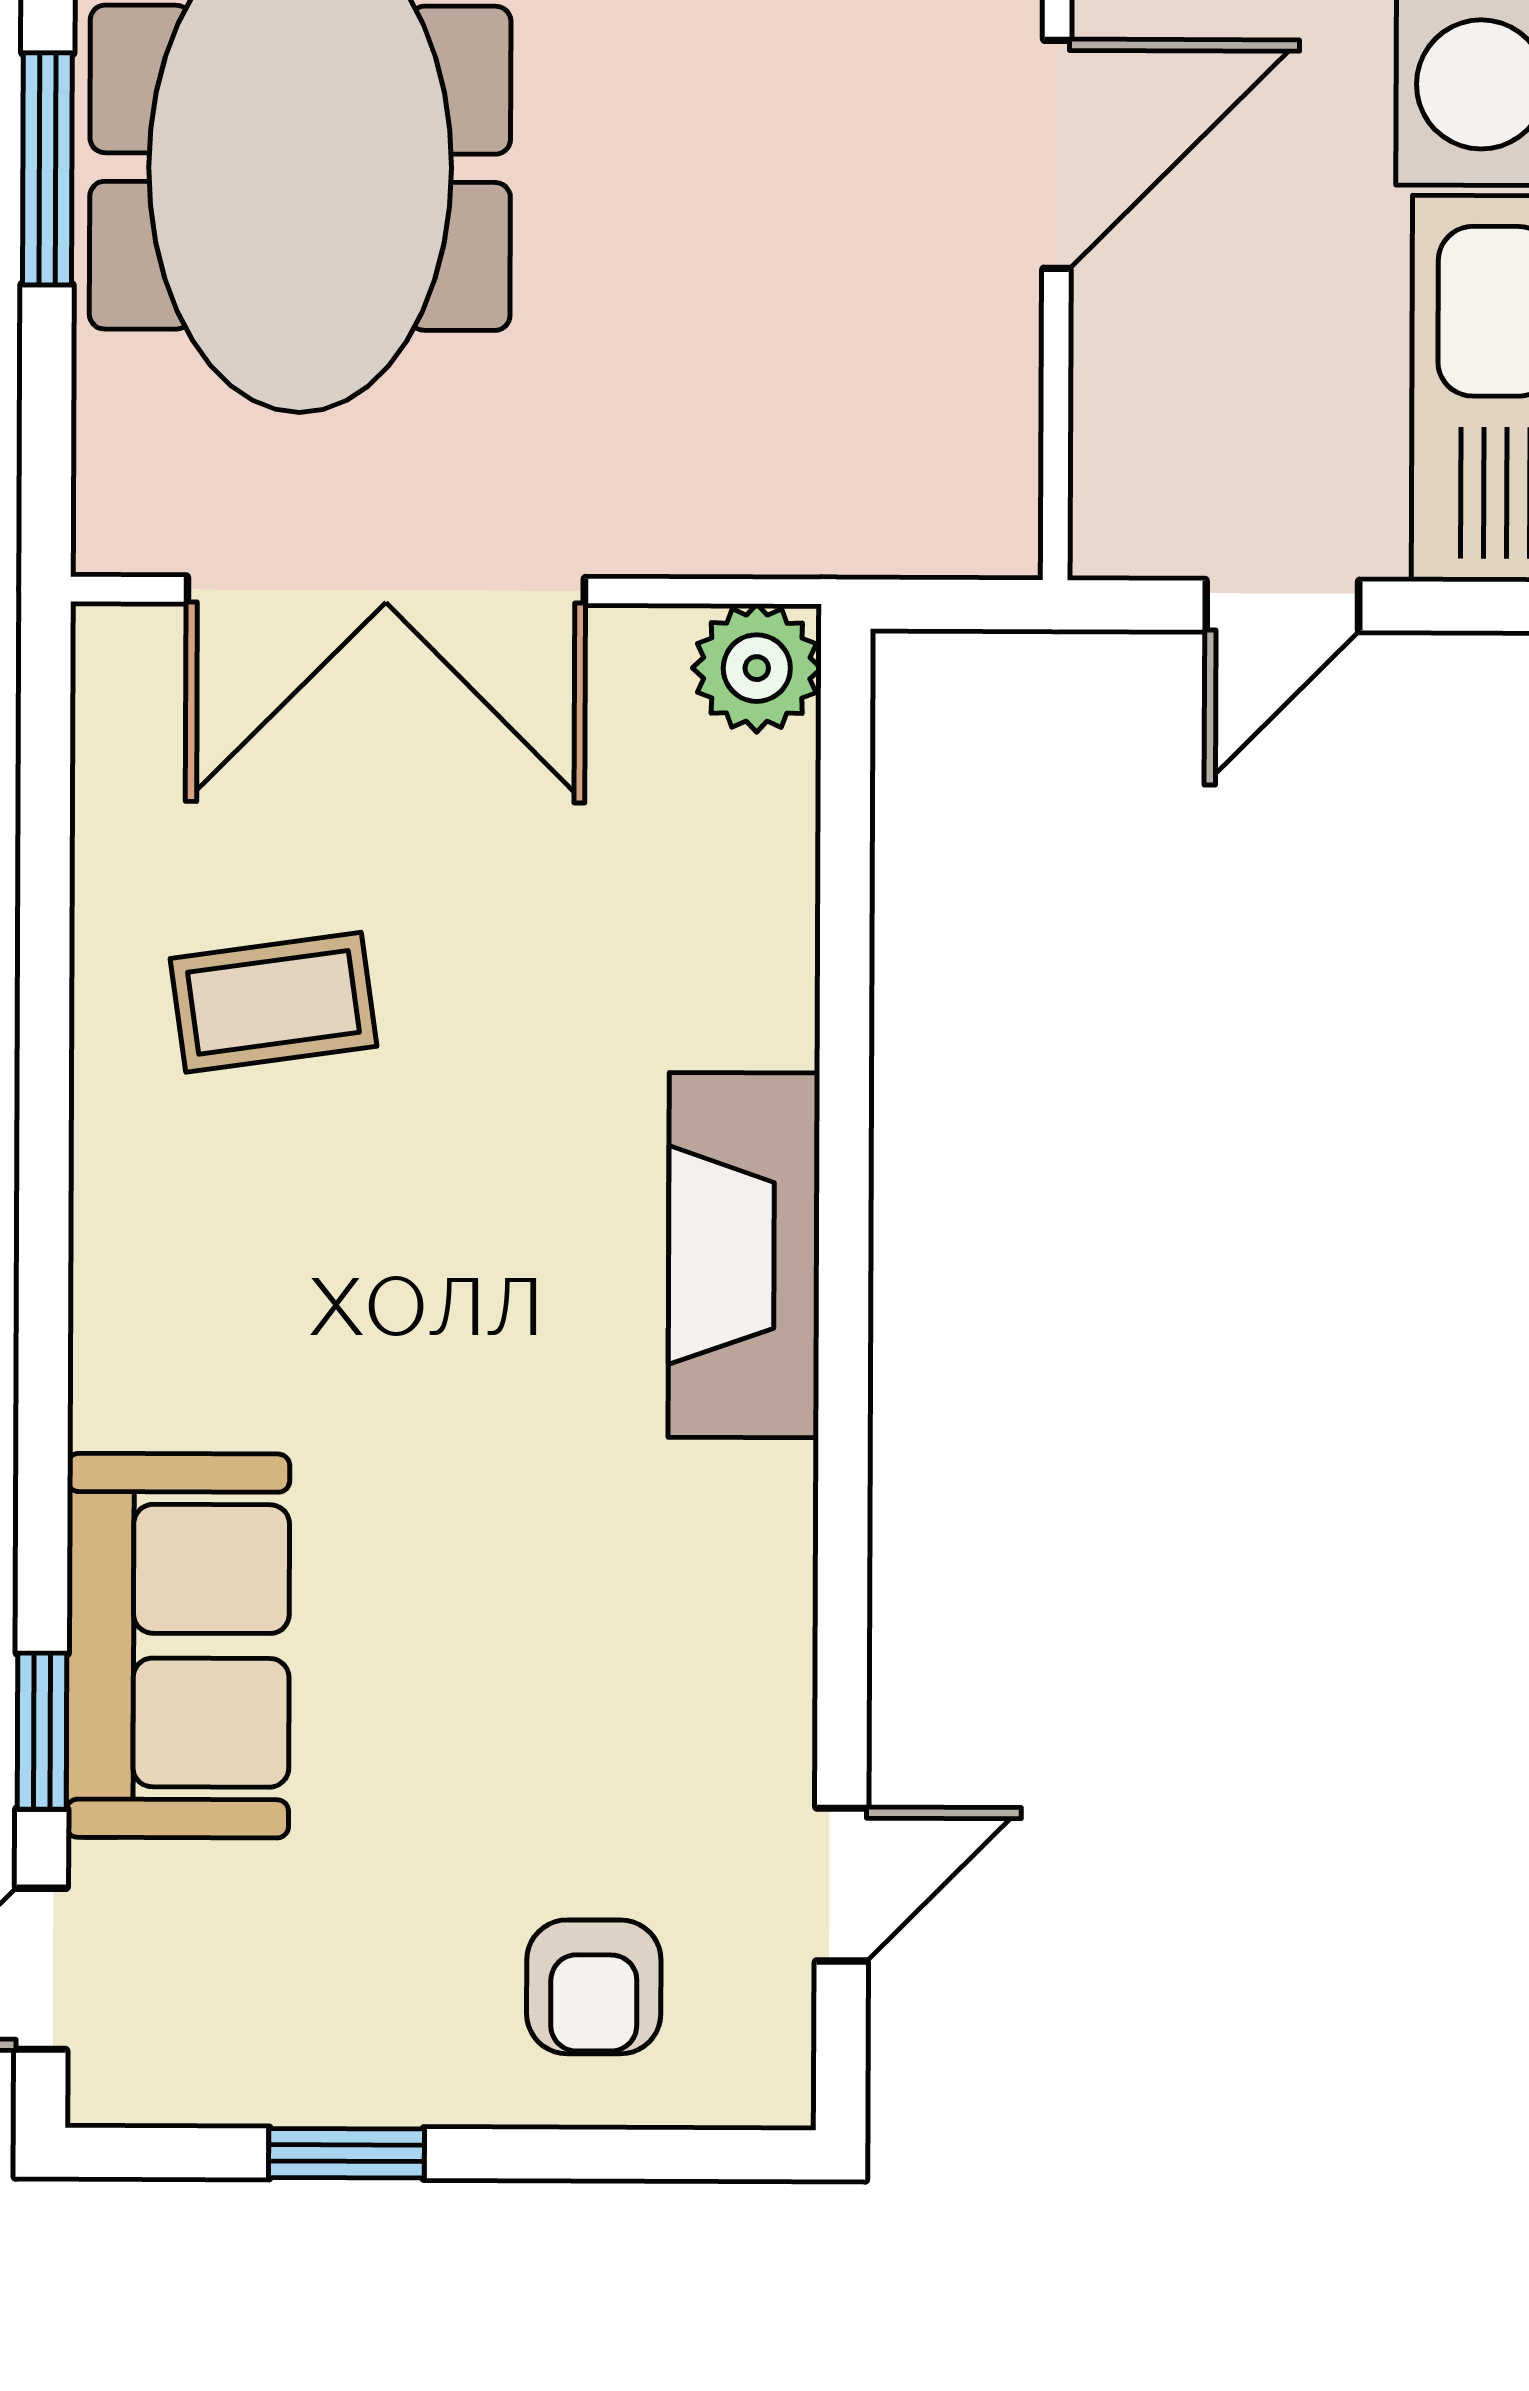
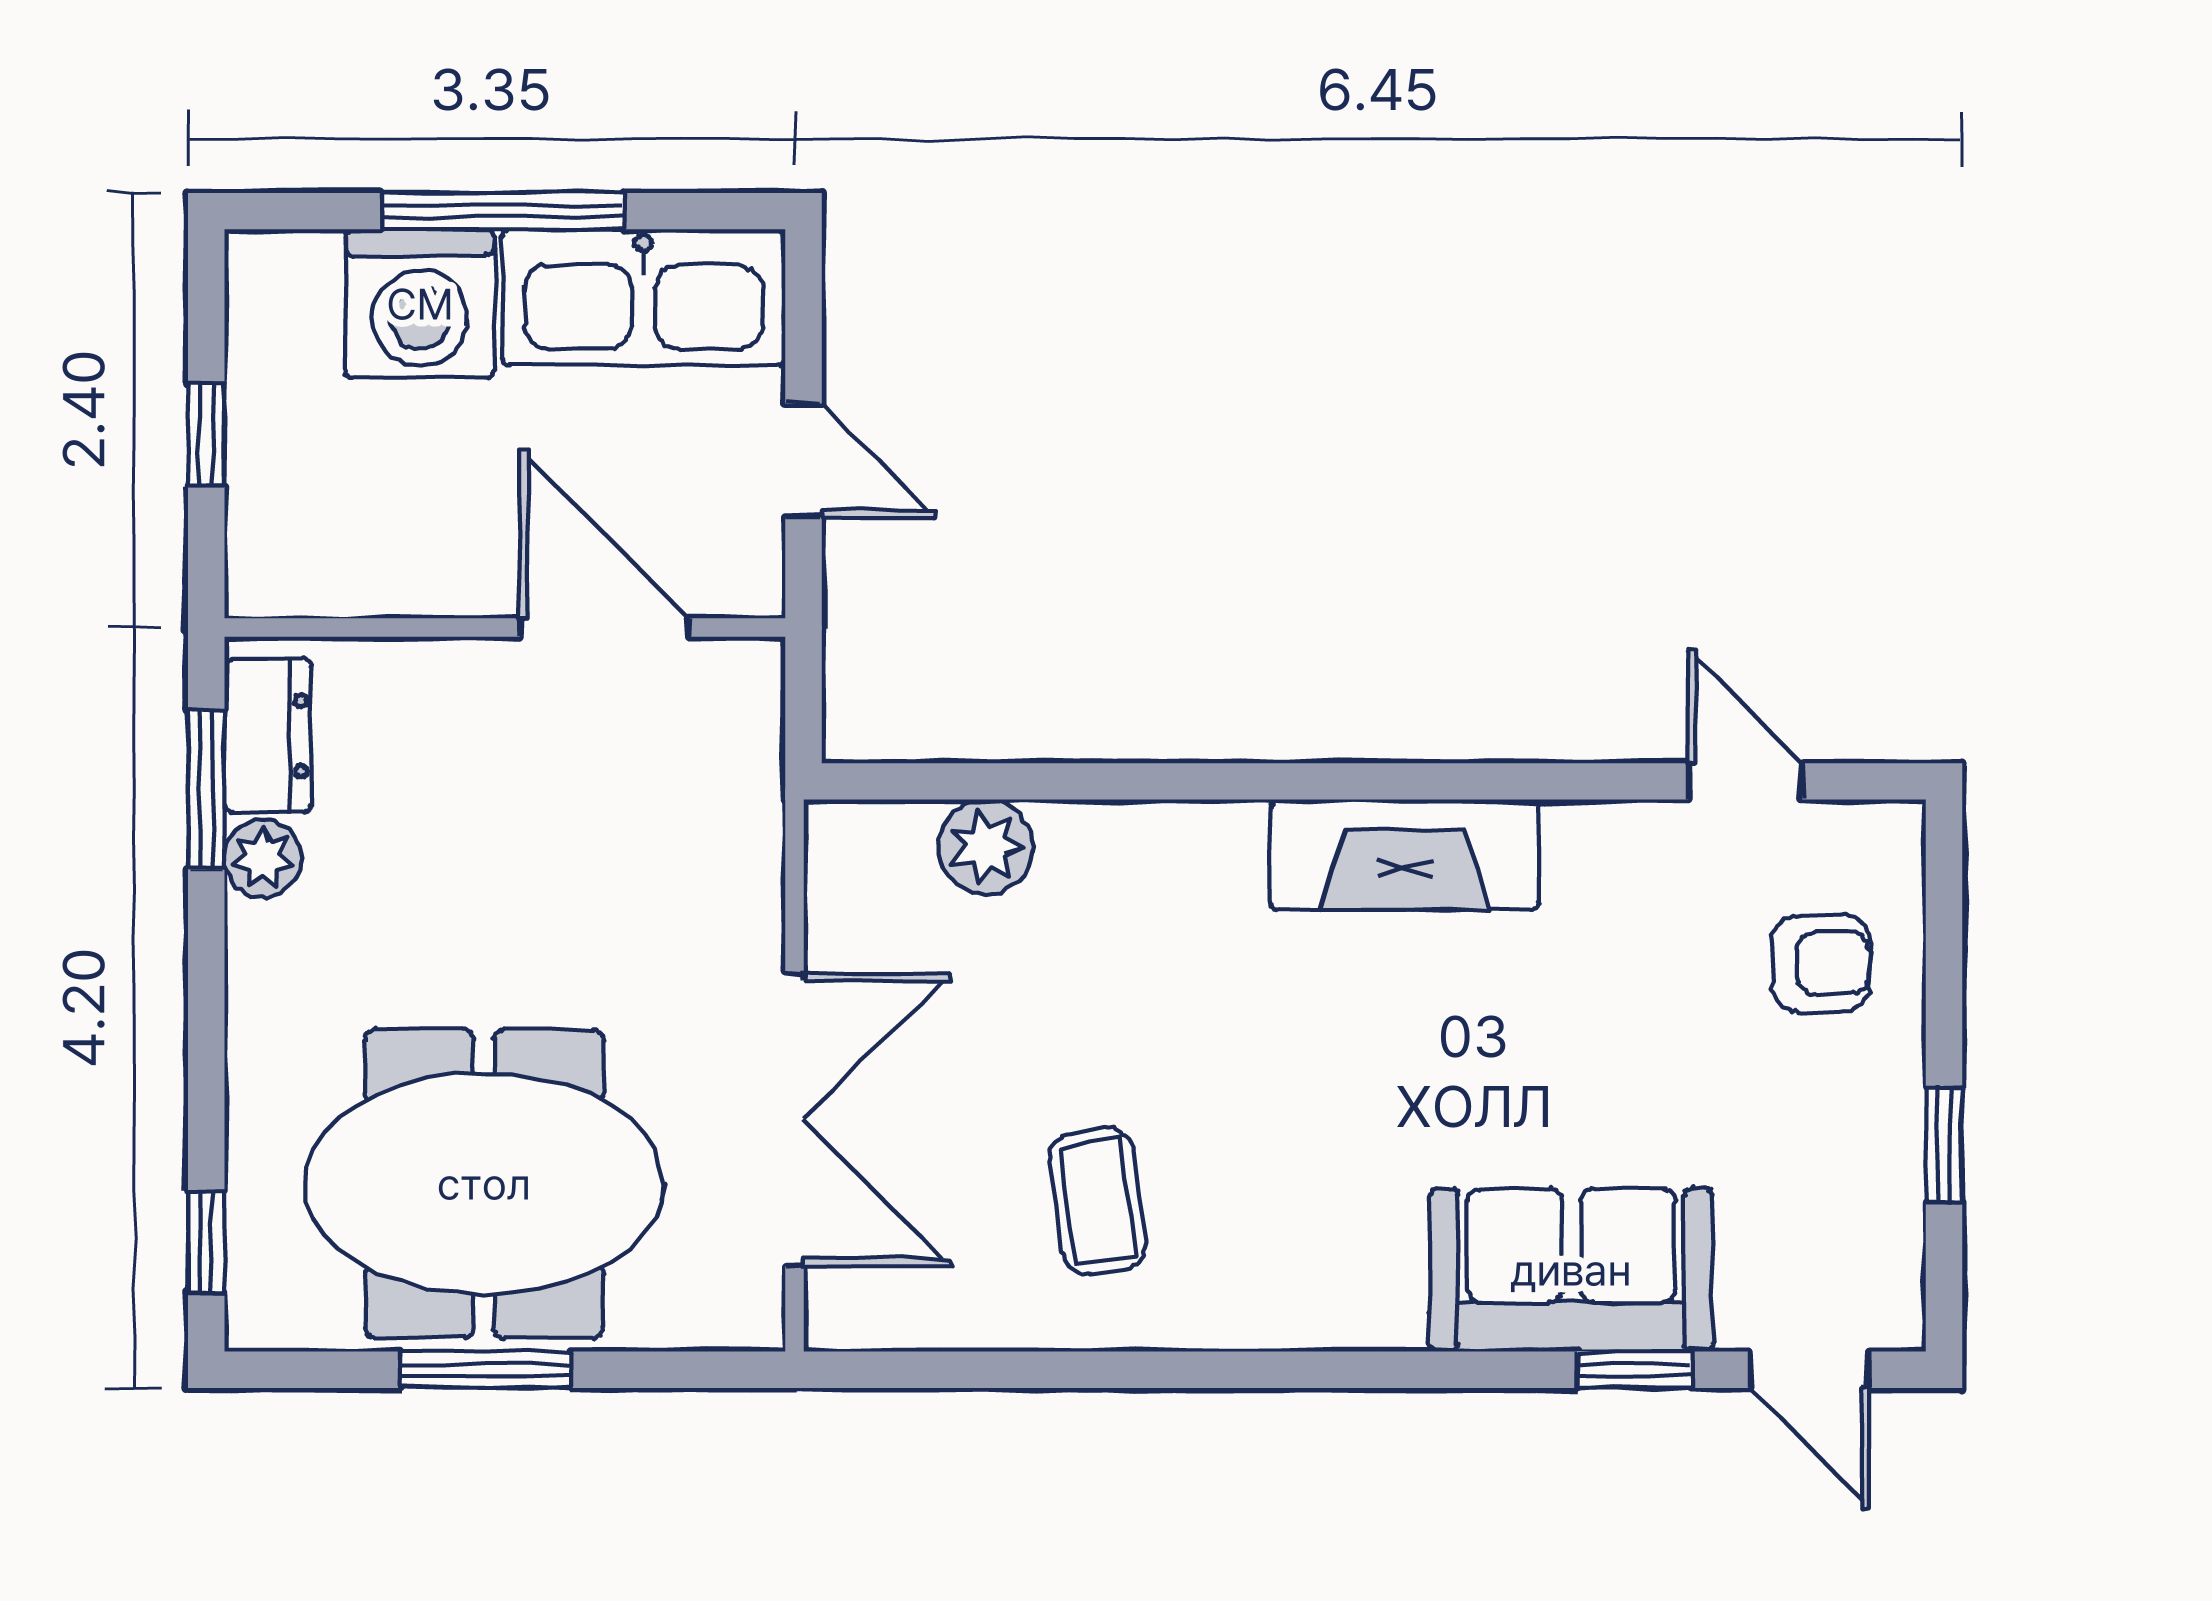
door: (1057, 154) -> (604, 628), moved
plant: (757, 668) -> (986, 847), moved
fireplace: (744, 1255) -> (1405, 855), moved

